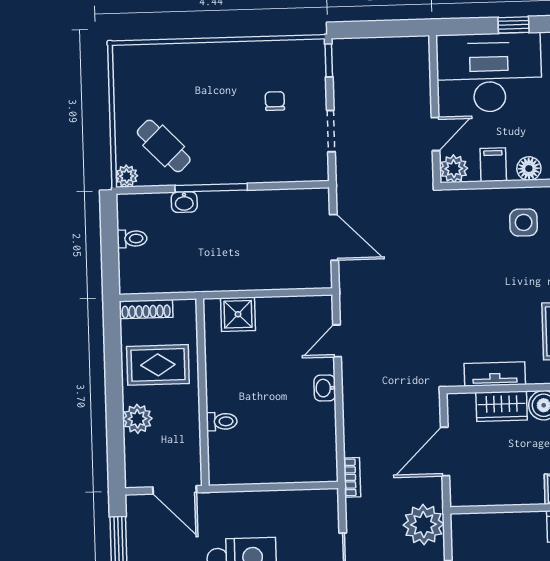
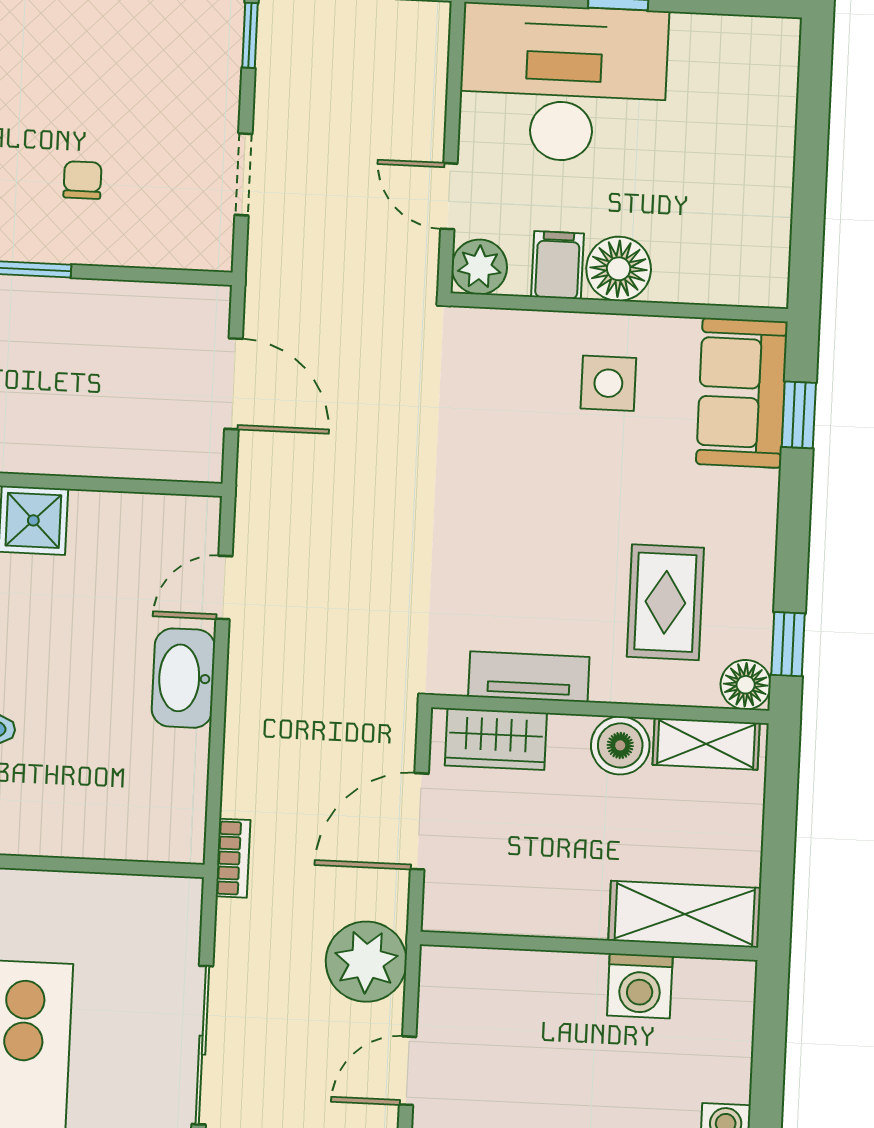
chair: (275, 101) -> (83, 180), moved
door: (436, 134) -> (449, 196), swing flipped
floor lamp: (529, 169) -> (619, 269), width x1.38, depth x1.38
washbasin: (325, 388) -> (183, 678), width x1.91, depth x1.45
wardrobe: (502, 406) -> (496, 739), moved

